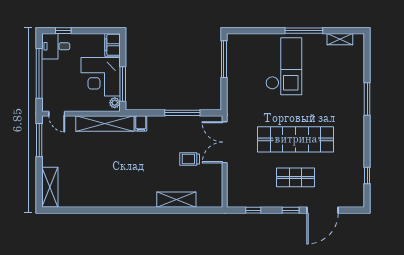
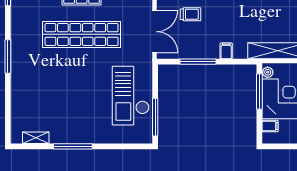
filing cabinet: (112, 45) -> (270, 126), width x0.50
checkout: (284, 66) -> (131, 96), moved
window: (367, 99) -> (8, 57), moved
filing cabinet: (141, 123) -> (226, 51), moved

